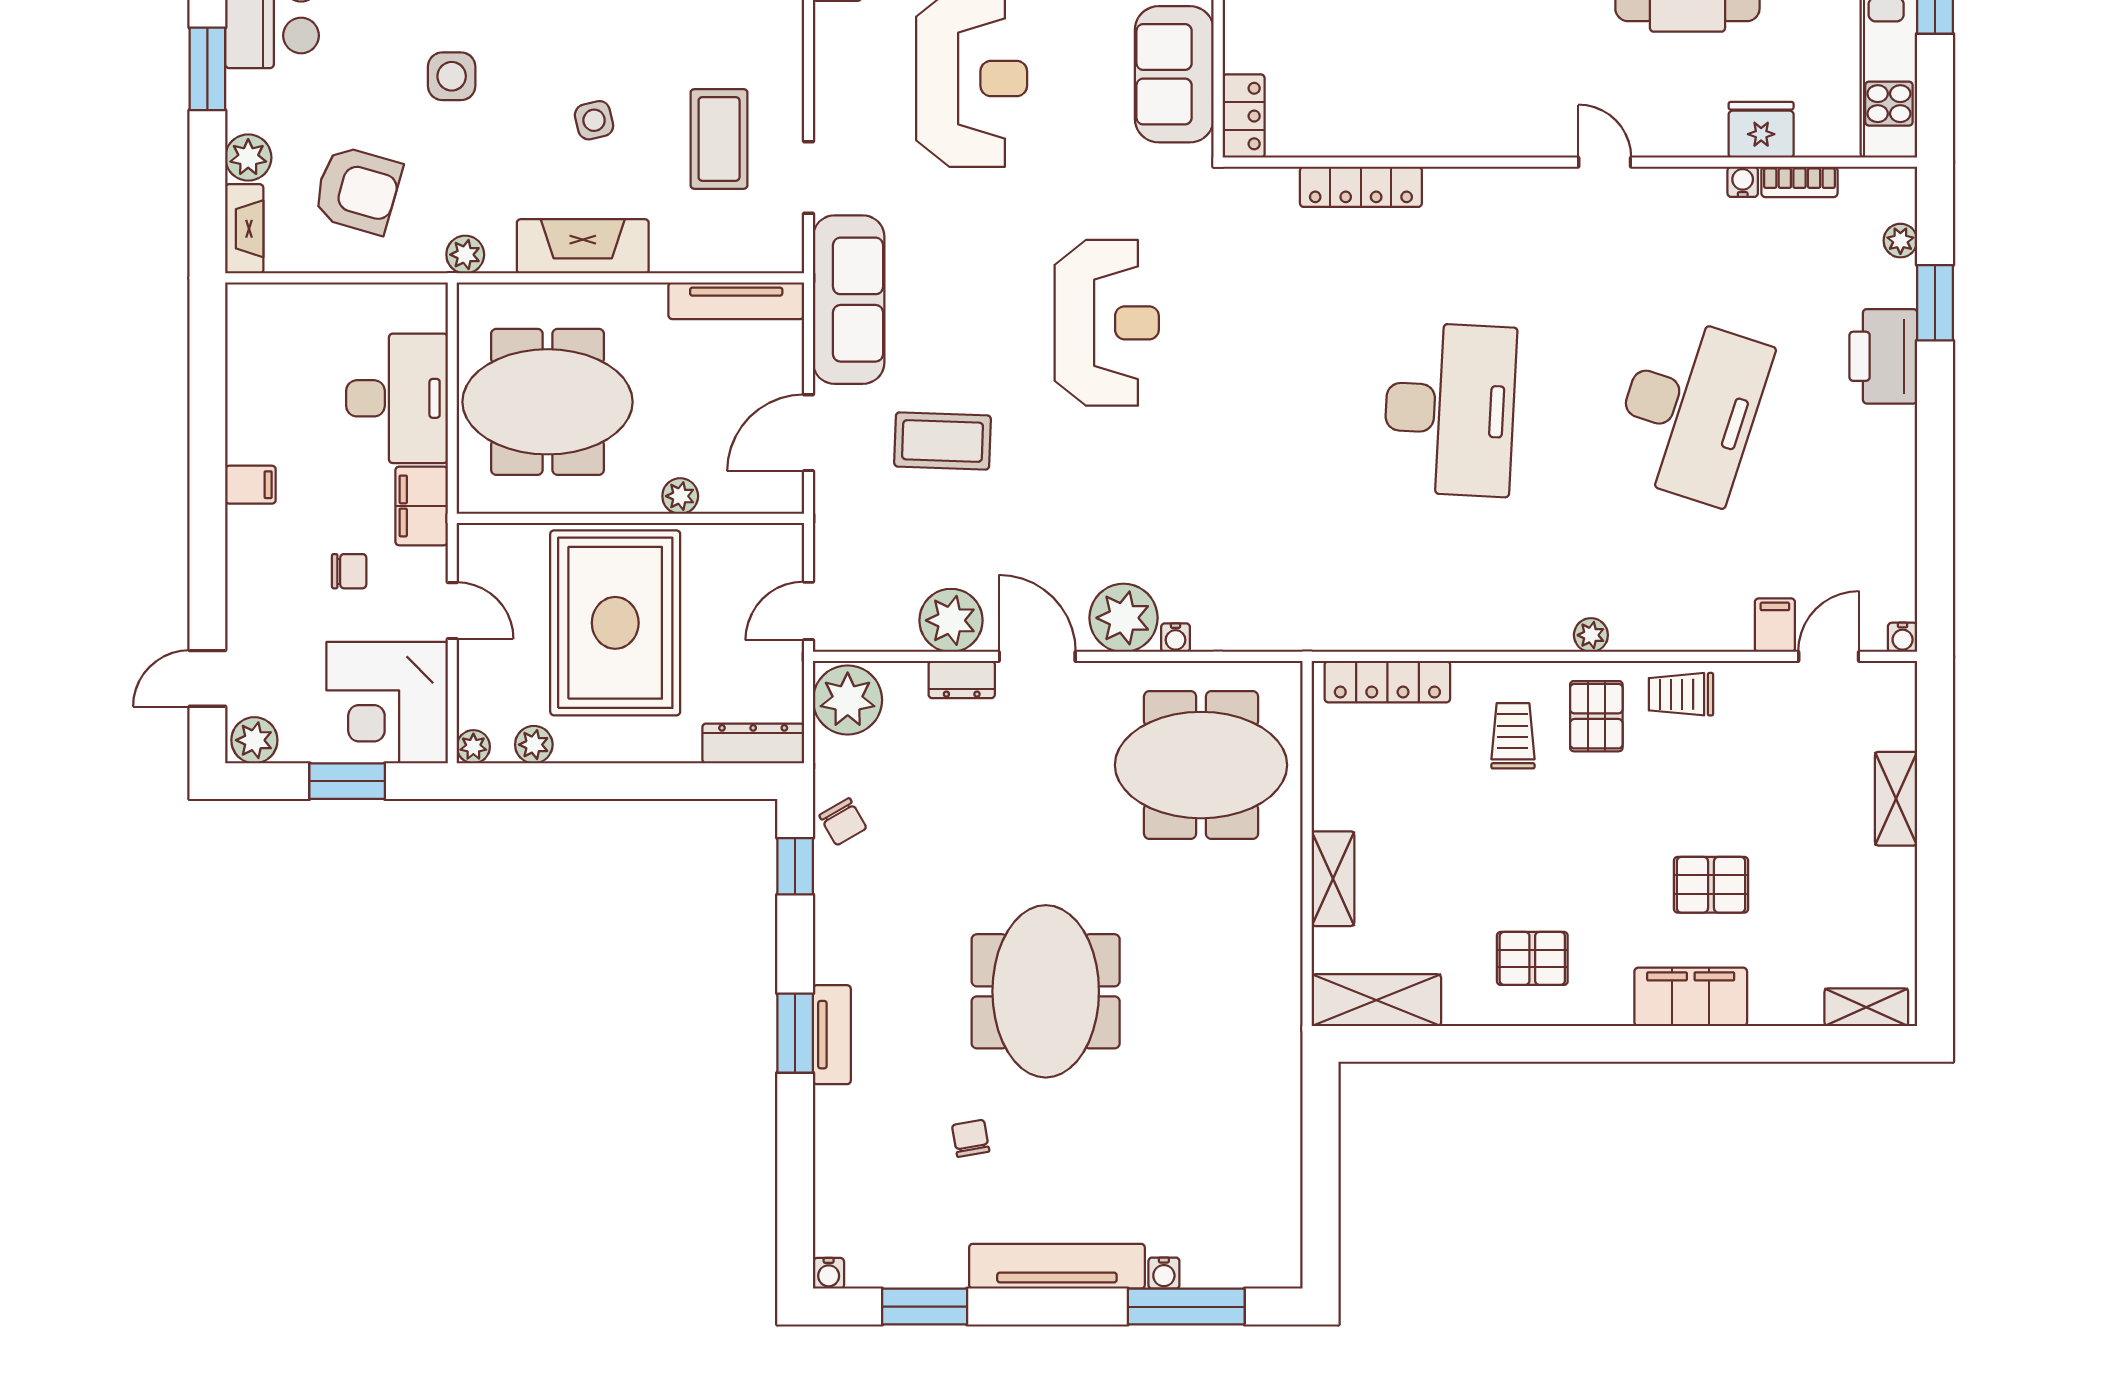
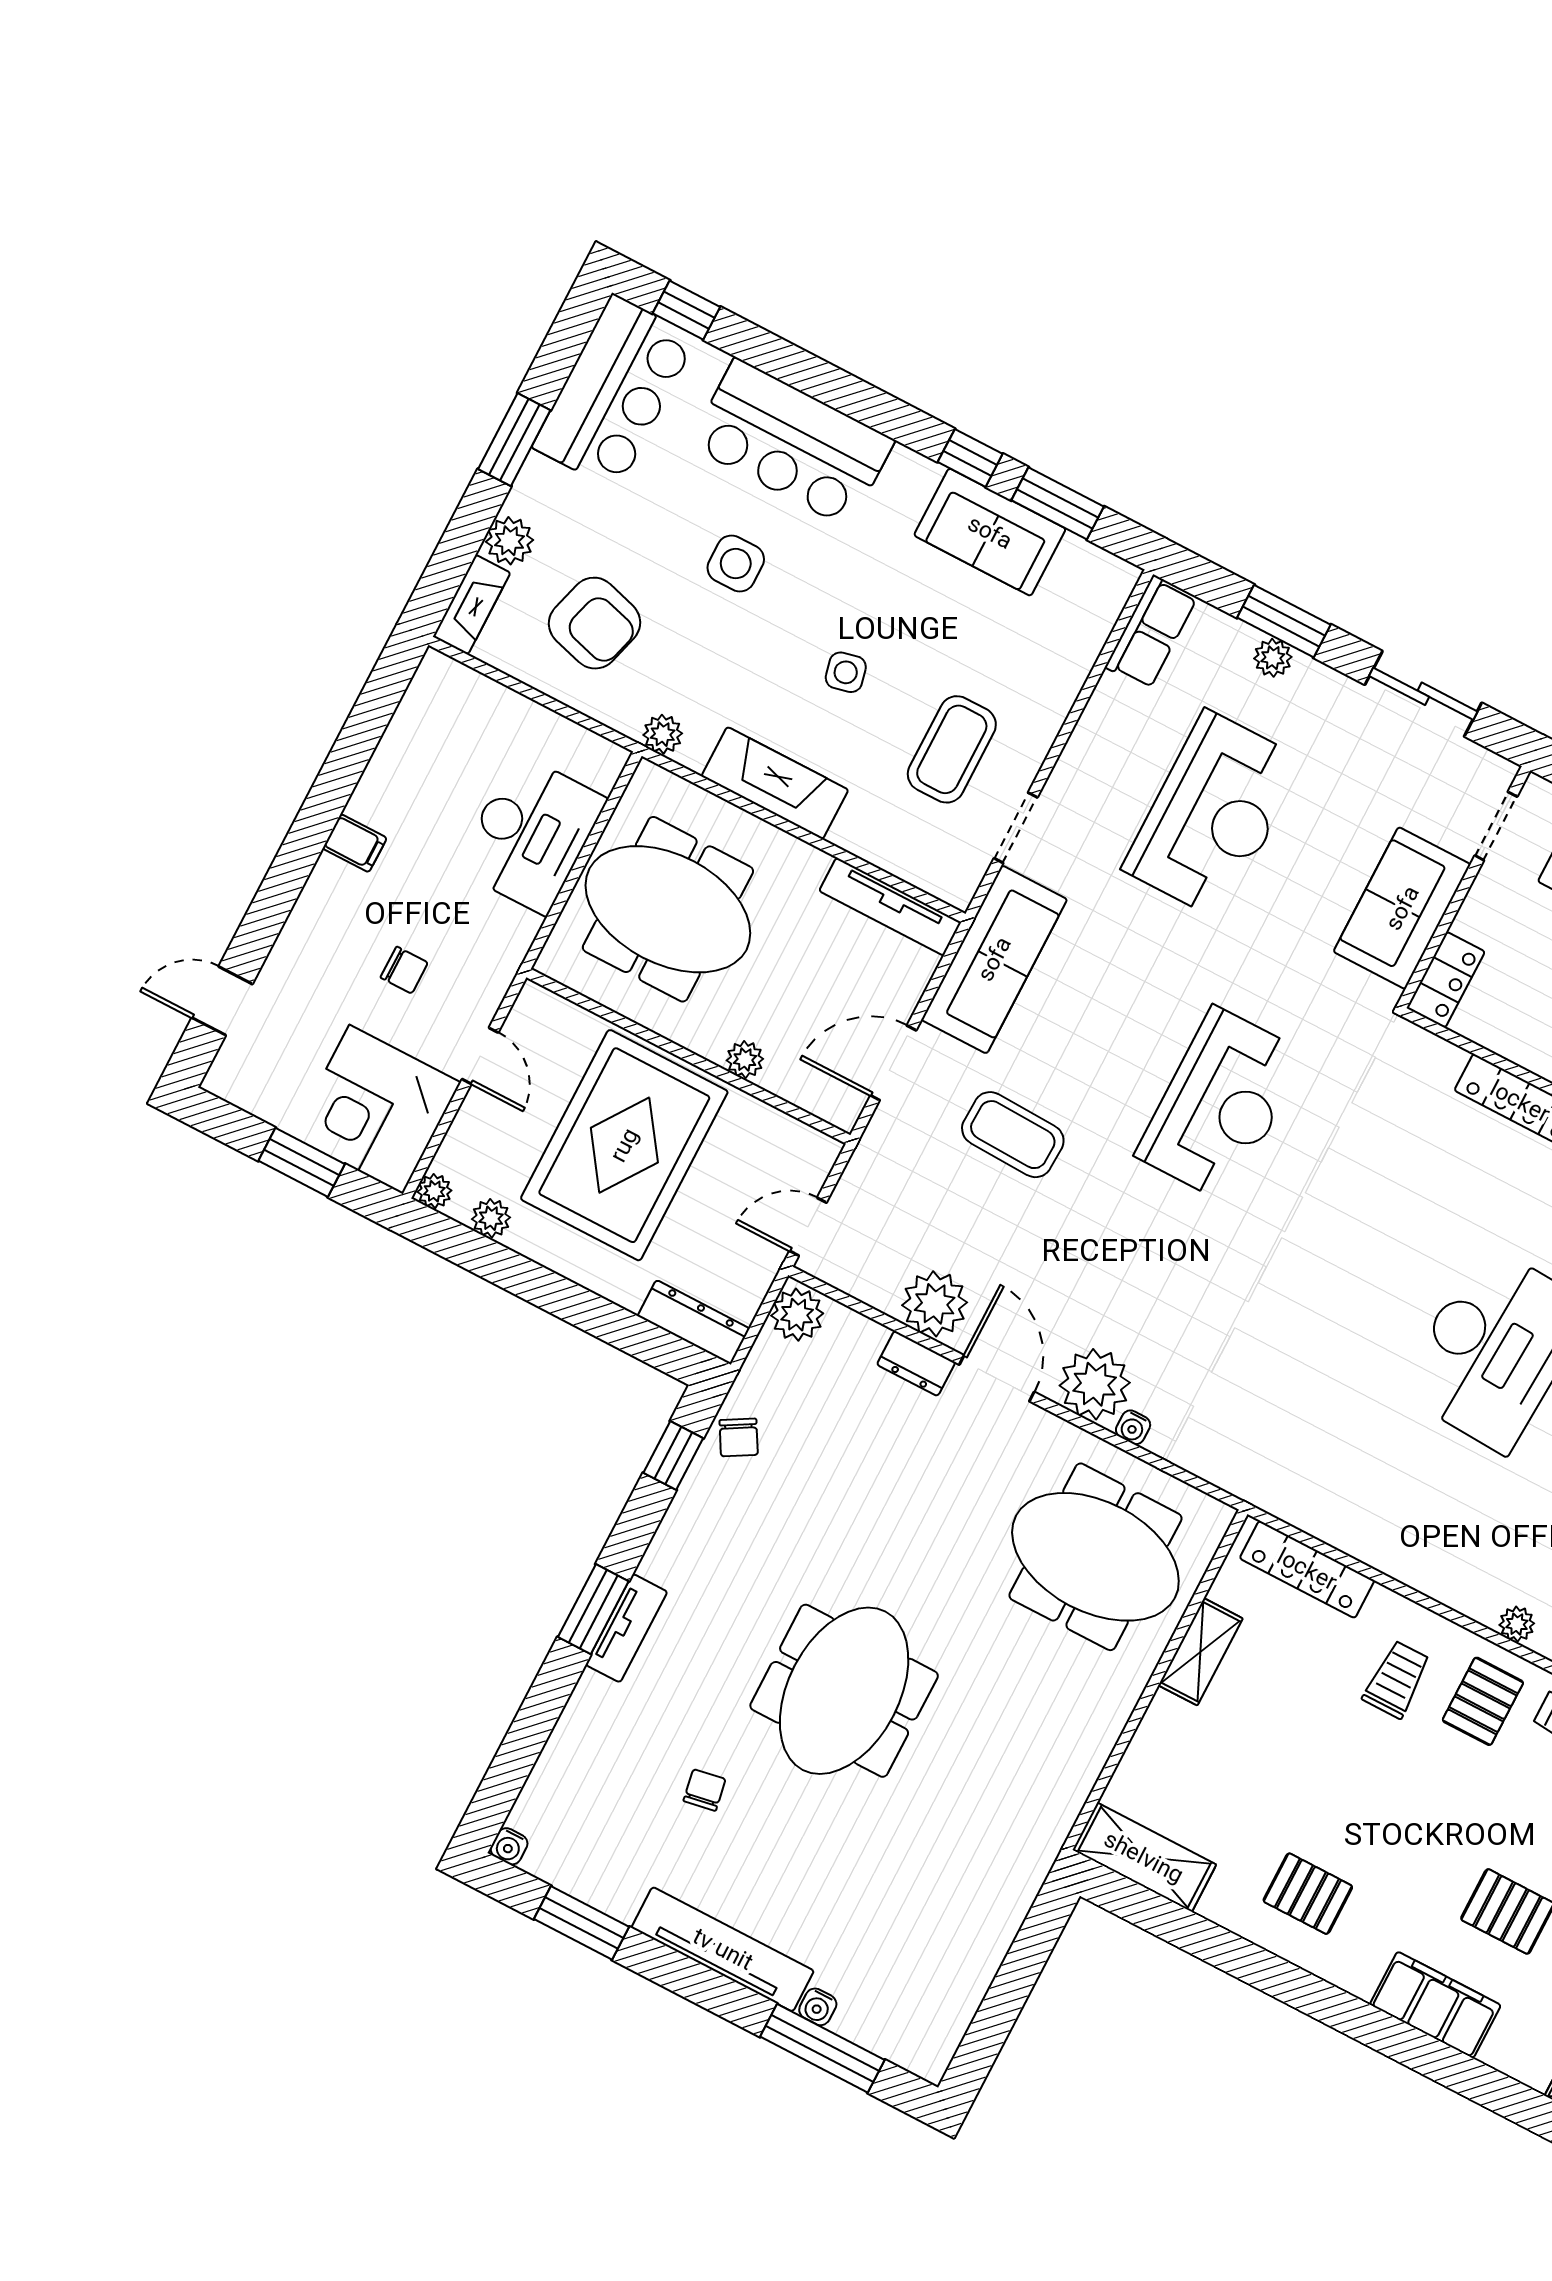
filing cabinet: (422, 506) -> (502, 945), removed
plant: (848, 700) -> (797, 1315), width x0.73, depth x0.73
plant: (254, 740) -> (236, 1080), removed
shelving: (1333, 879) -> (1200, 1652), moved

